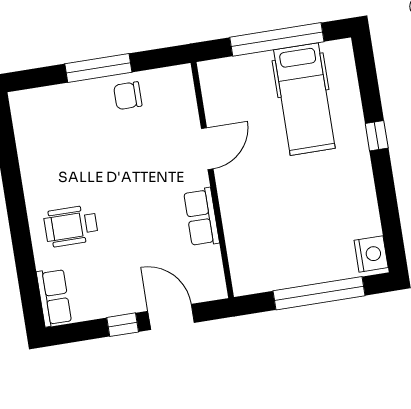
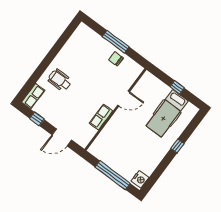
window: (277, 39) -> (177, 87), width x0.32
door: (171, 317) -> (62, 137), swing flipped
window: (123, 325) -> (37, 119), moved

